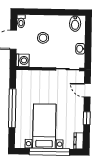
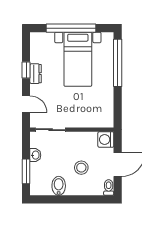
bidet: (75, 24) -> (59, 186), moved
window: (88, 36) -> (26, 171), added
window: (12, 108) -> (118, 63), moved
dresser: (78, 141) -> (36, 74), moved

